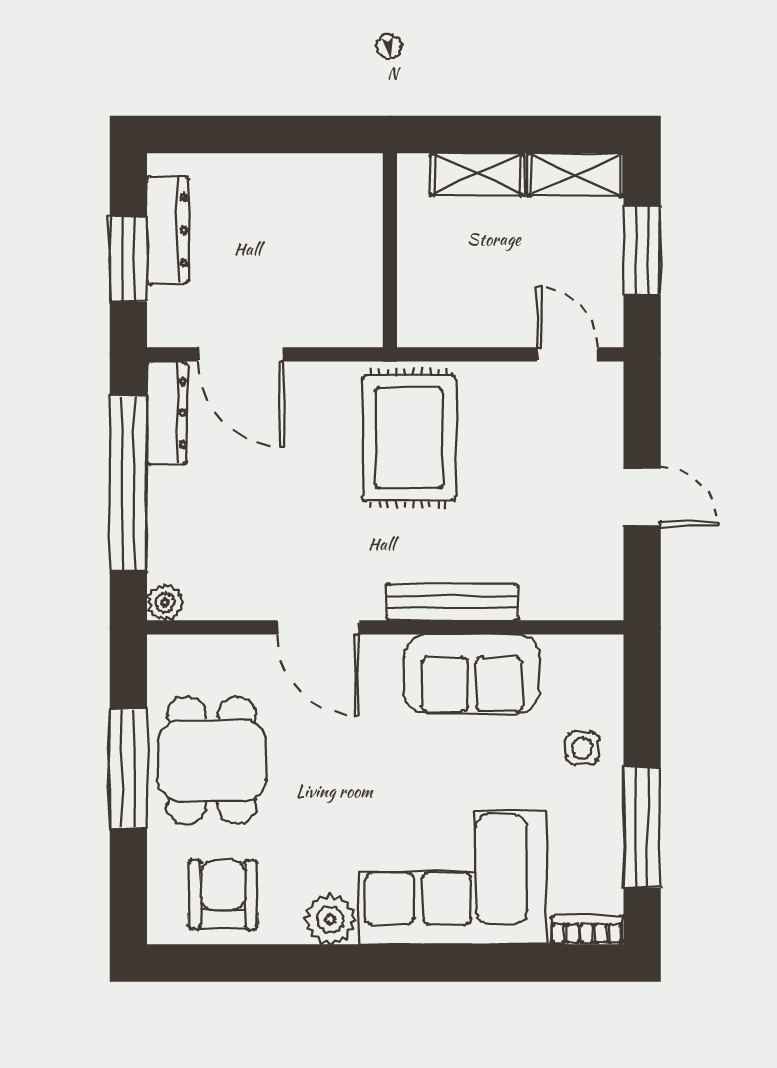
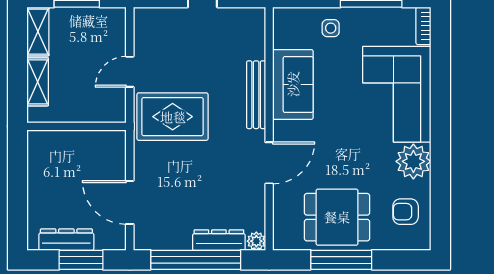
door: (241, 354) -> (130, 202), swing flipped
door: (567, 354) -> (130, 72), moved
dresser: (167, 413) -> (219, 240), moved
armchair: (223, 895) -> (406, 212), width x0.72, depth x0.72
plant: (330, 919) -> (413, 161), width x1.36, depth x1.36

